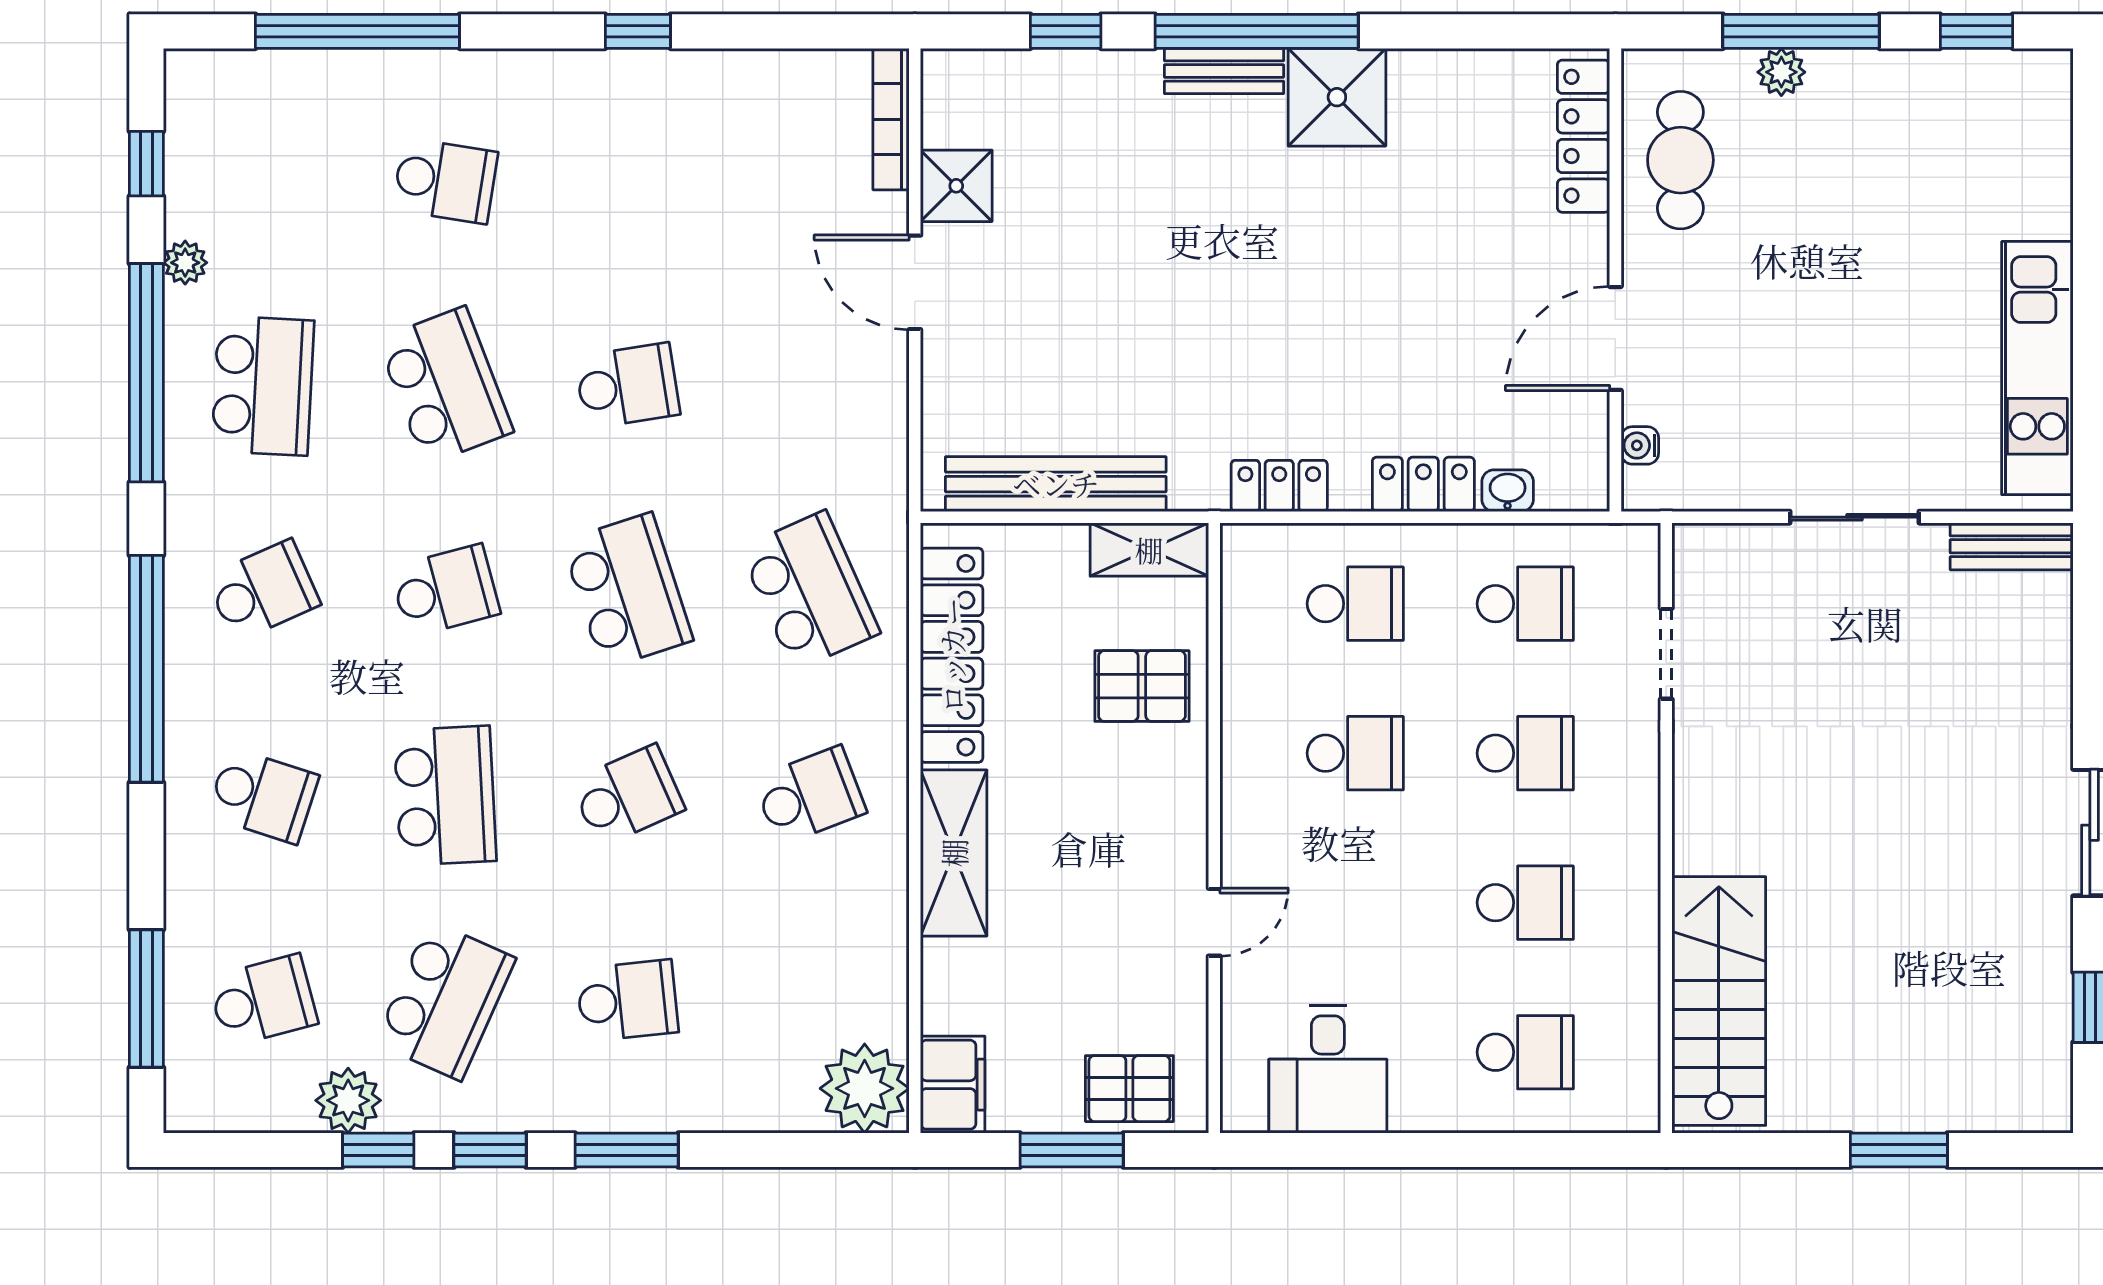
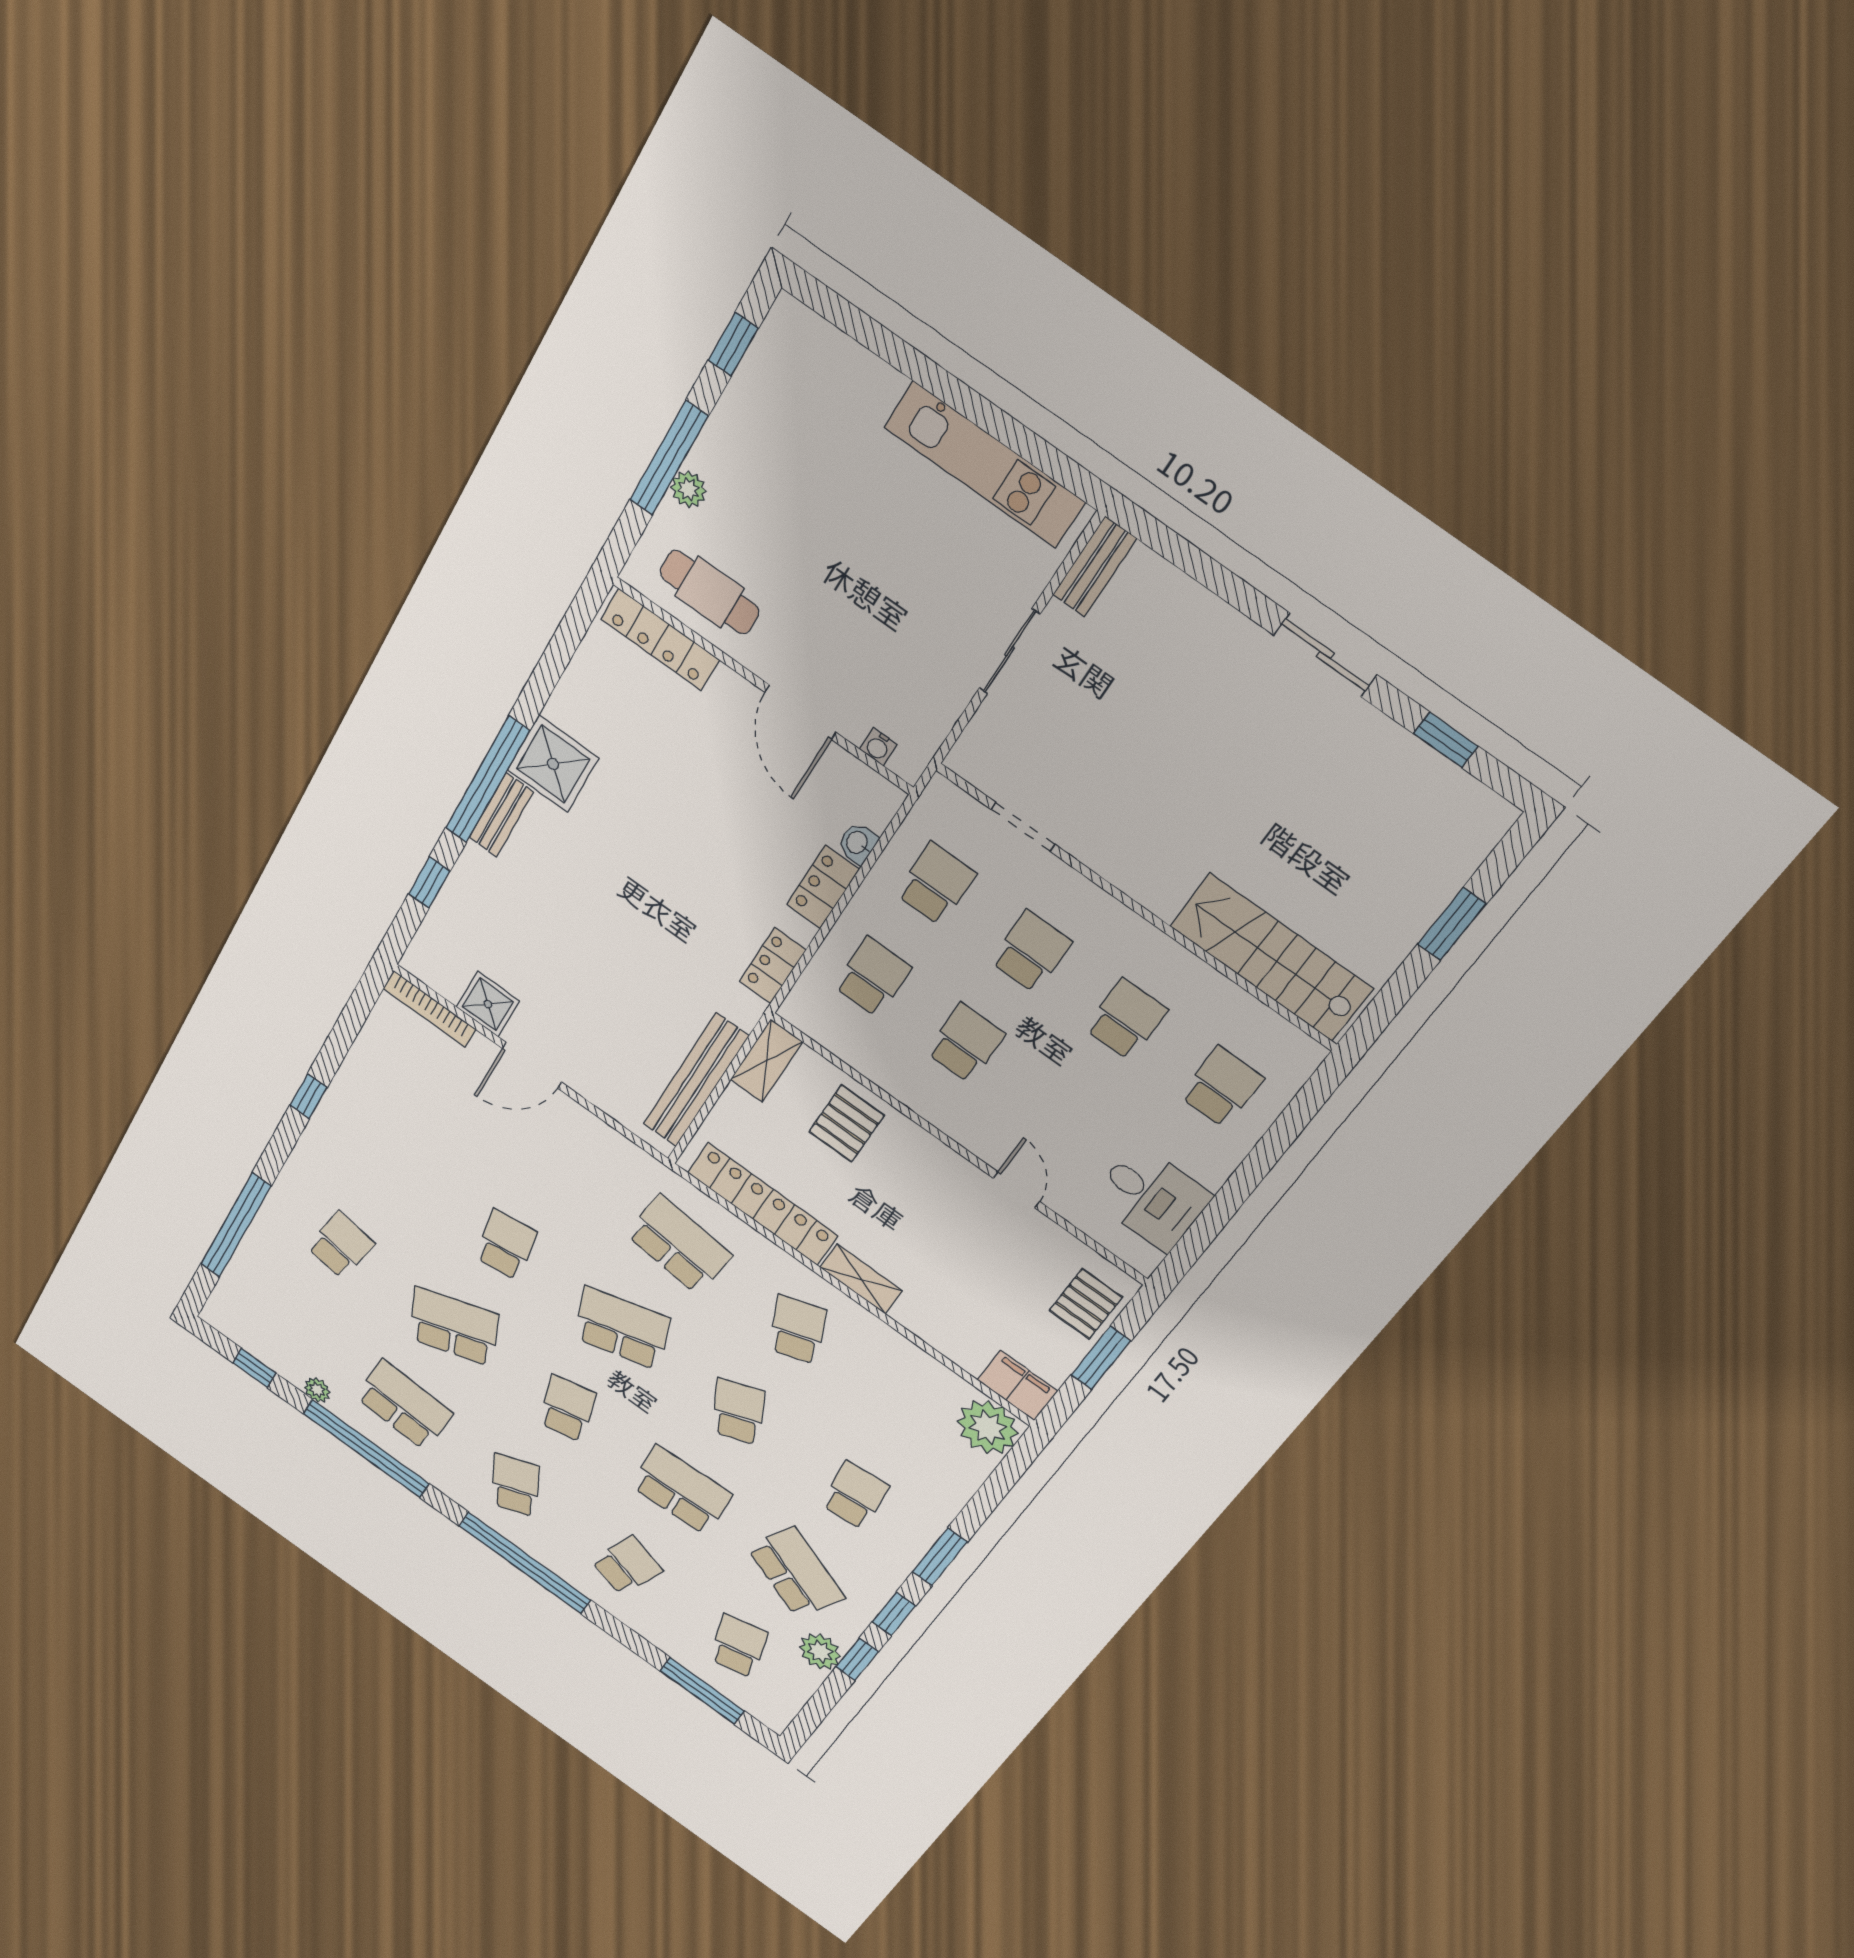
school desk: (810, 591) -> (679, 1245), turned 30
shelving: (954, 853) -> (861, 1279), width x0.67, depth x0.75

